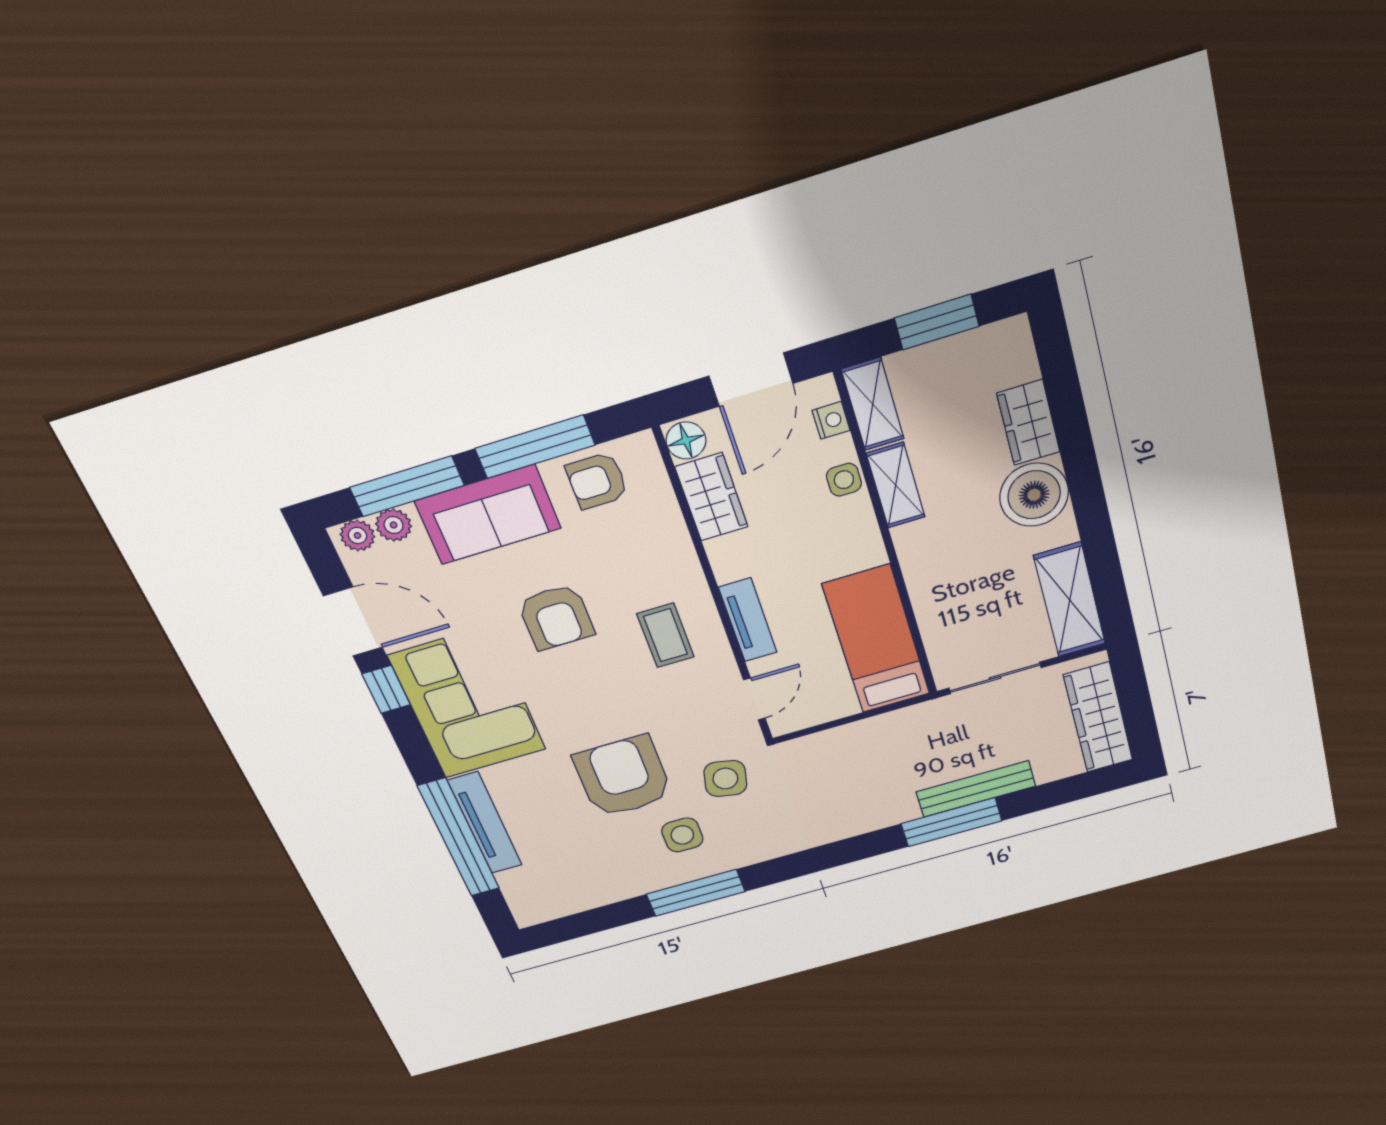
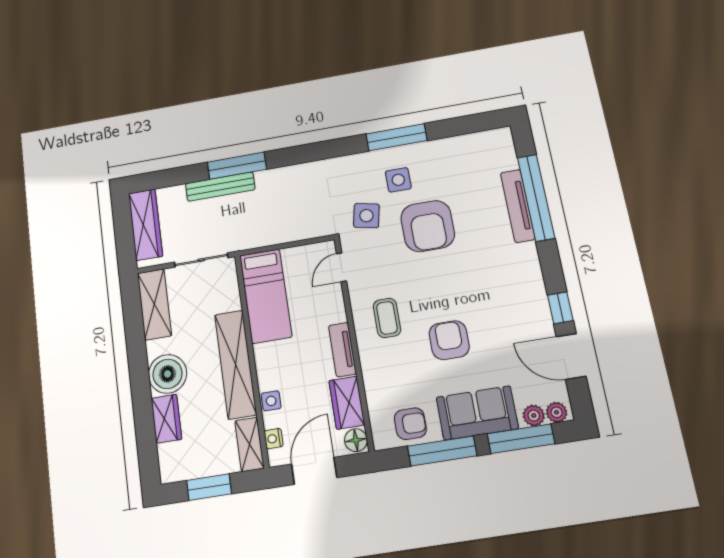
shelving: (896, 485) -> (235, 364), width x2.20, depth x1.33
tv unit: (748, 620) -> (342, 350), moved
corner sofa: (468, 703) -> (513, 291), removed

